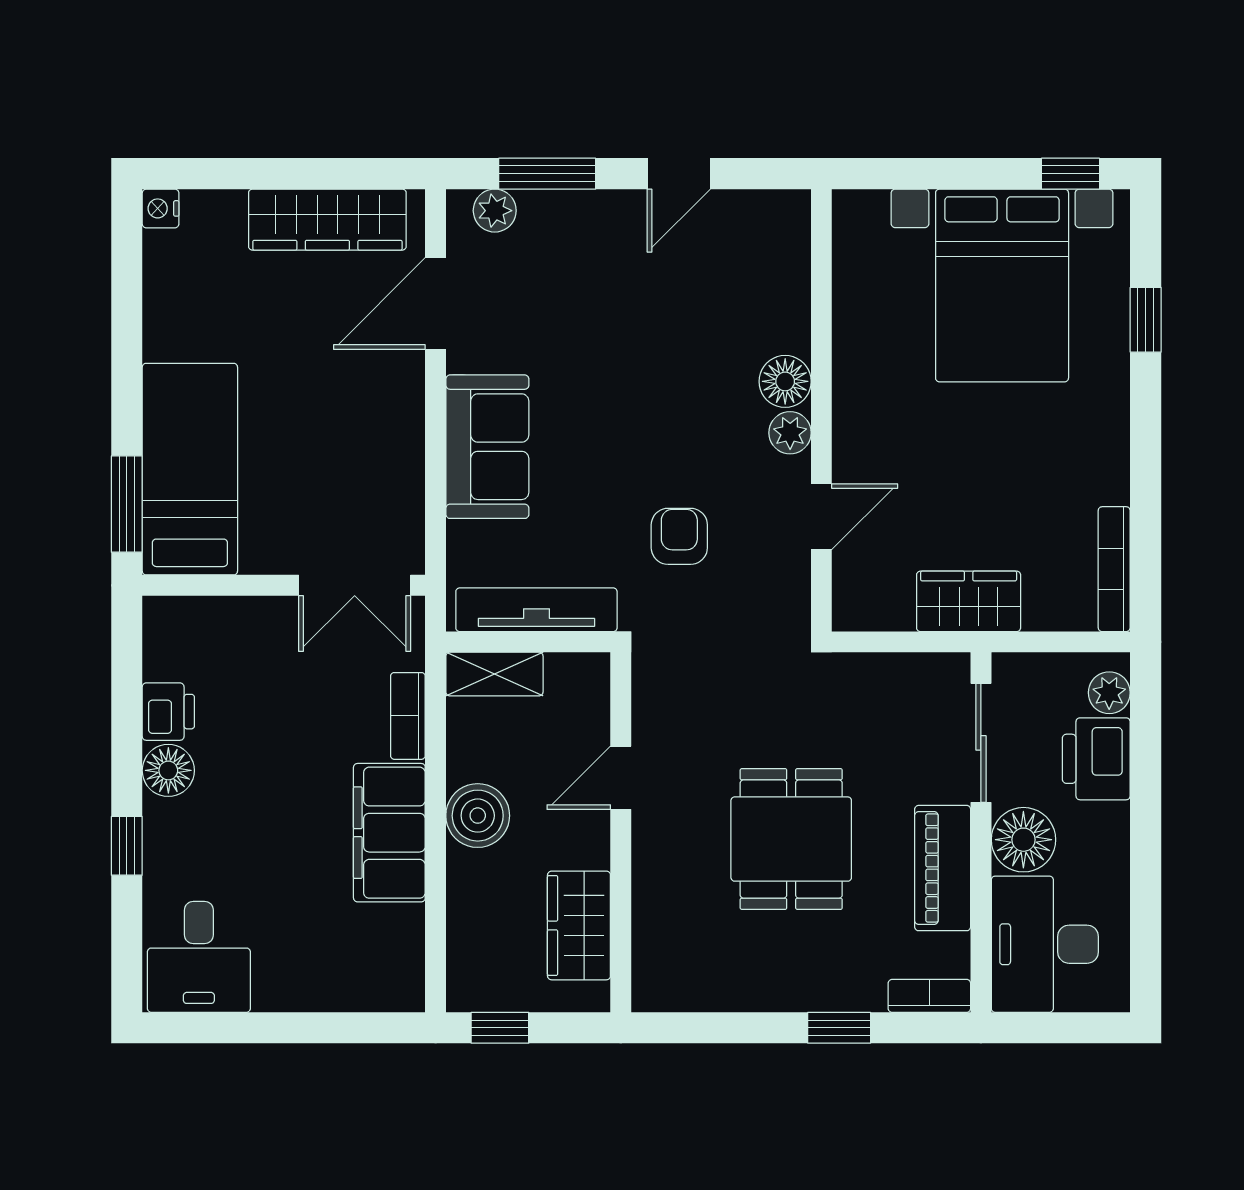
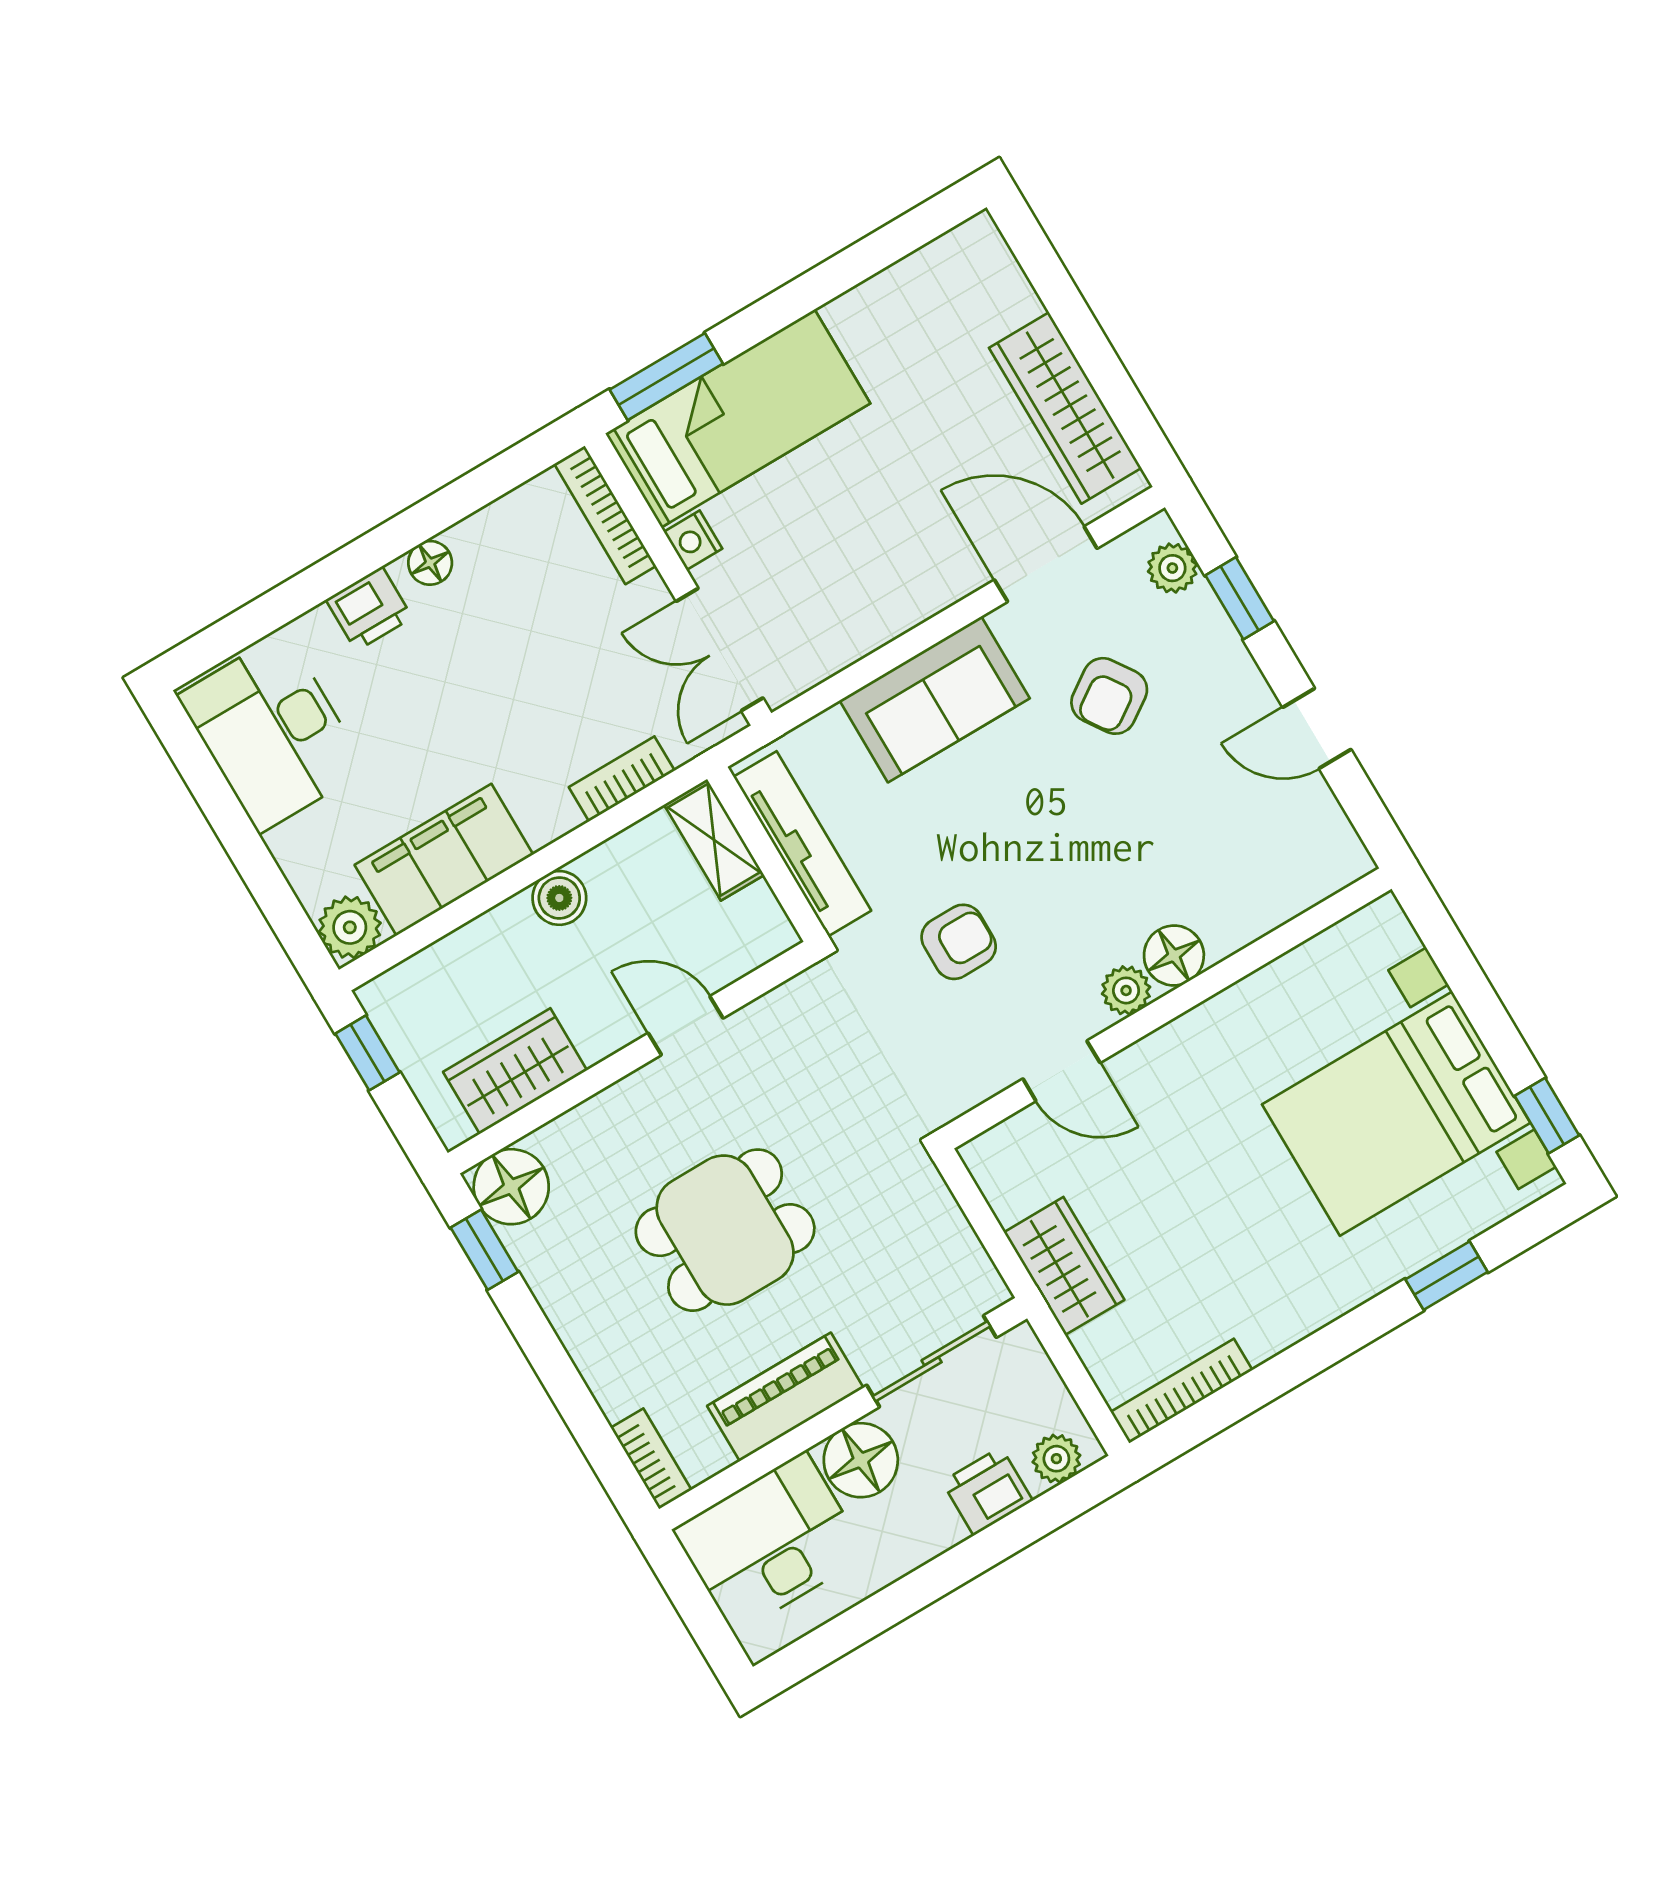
window: (547, 174) -> (1240, 598), width x0.67
nightstand: (161, 208) -> (693, 540), moved, turned -90
armchair: (562, 315) -> (1109, 696), added
bookcase: (203, 611) -> (605, 515), added
printer: (168, 712) -> (369, 609), moved
printer: (1096, 759) -> (987, 1491), width x0.73, depth x0.81
floor lamp: (168, 770) -> (430, 563), width x0.73, depth x0.73
boiler: (478, 816) -> (559, 898), width x0.73, depth x0.73
filing cabinet: (389, 833) -> (444, 860), moved
window: (127, 846) -> (328, 577), removed
desk: (199, 957) -> (272, 733), width x1.37
floor lamp: (664, 980) -> (511, 1187), added
plant: (398, 985) -> (350, 927), added
window: (839, 1028) -> (484, 1250), moved

